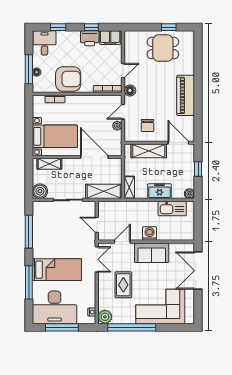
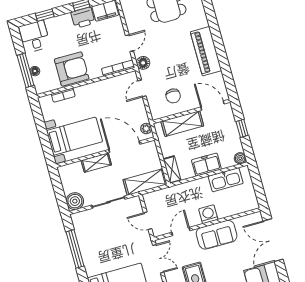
plant: (117, 126) -> (146, 129), moved
shelving: (49, 164) -> (96, 163), moved

